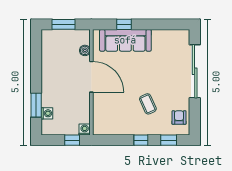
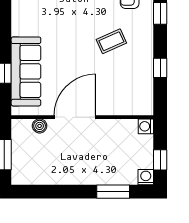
washing machine: (47, 113) -> (146, 177), moved
window: (72, 140) -> (160, 160), moved
window: (141, 140) -> (160, 68), moved

